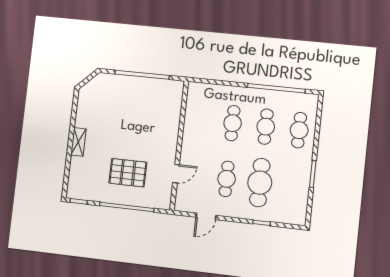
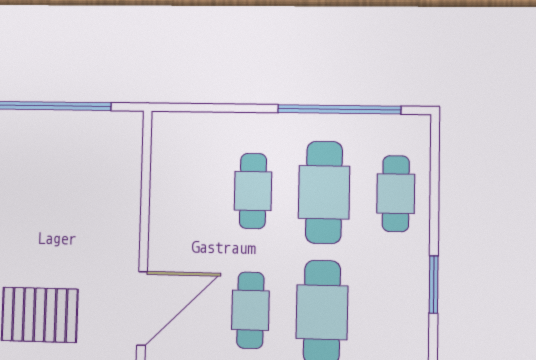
cafe table: (266, 127) -> (324, 192), width x1.37, depth x1.35
door: (176, 174) -> (142, 308), width x1.88

